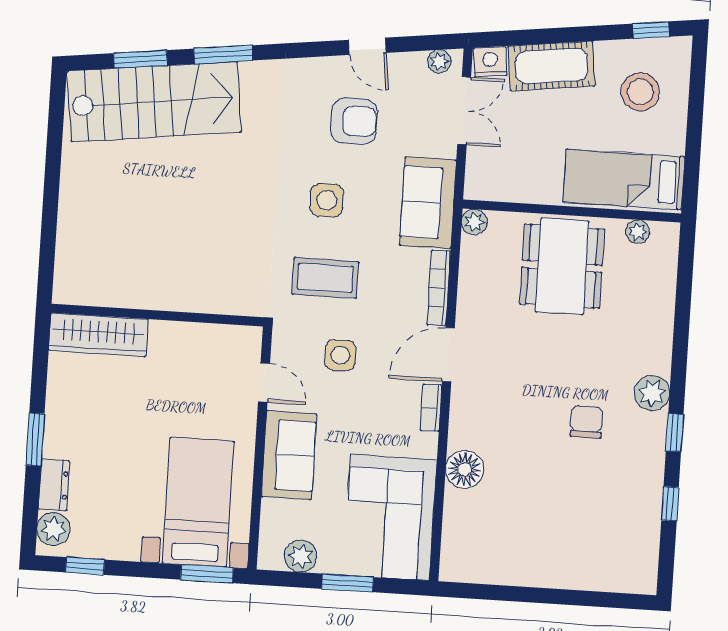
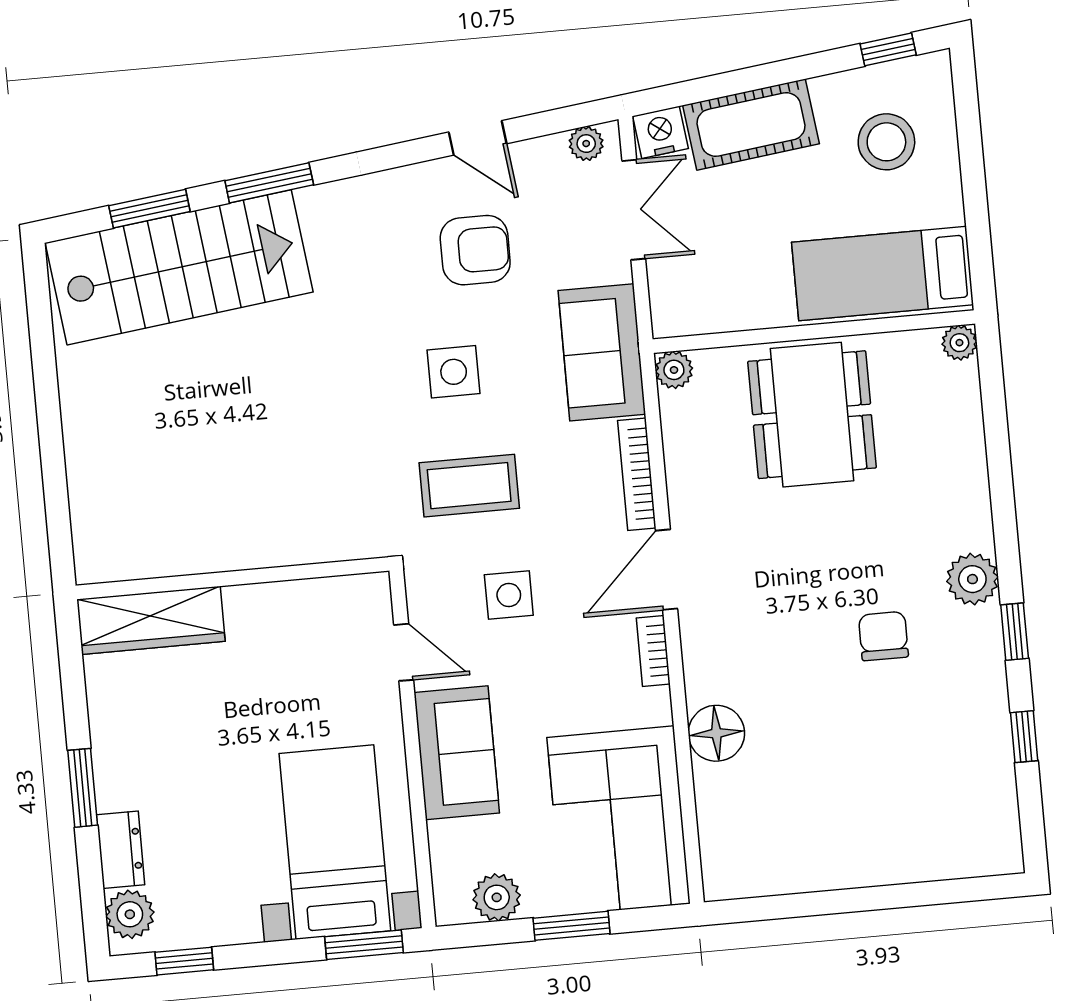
plant: (638, 232) -> (959, 343), moved

